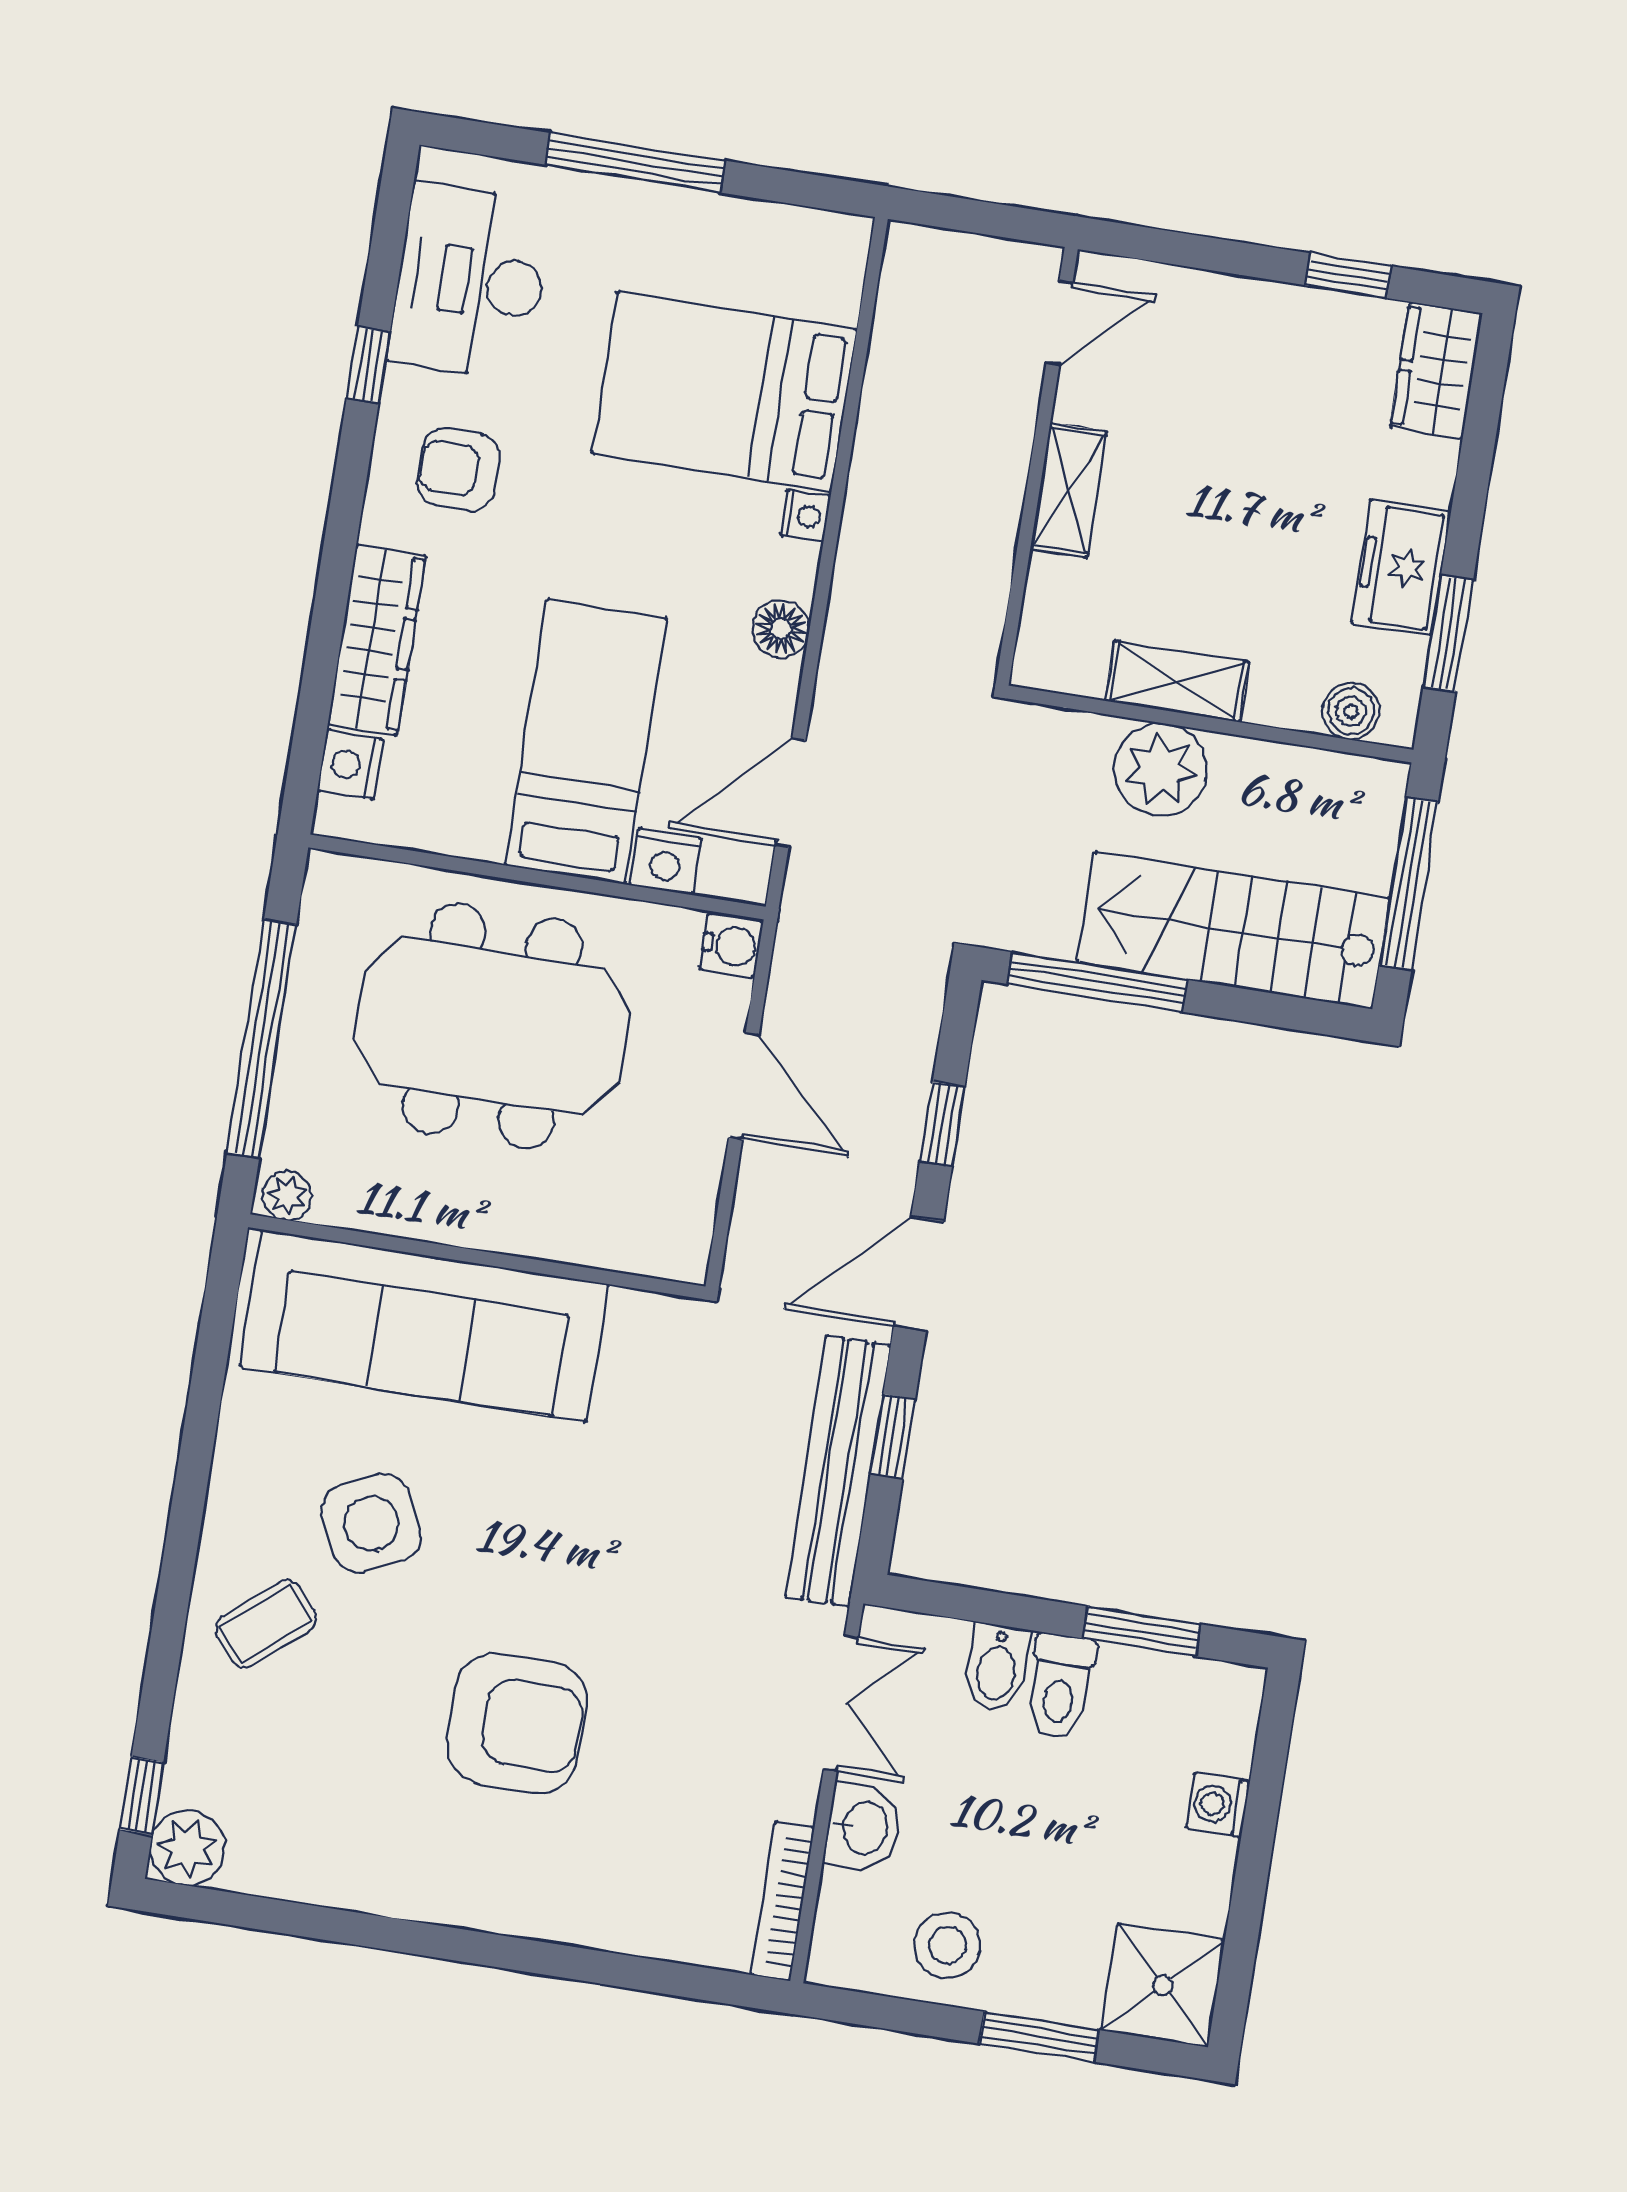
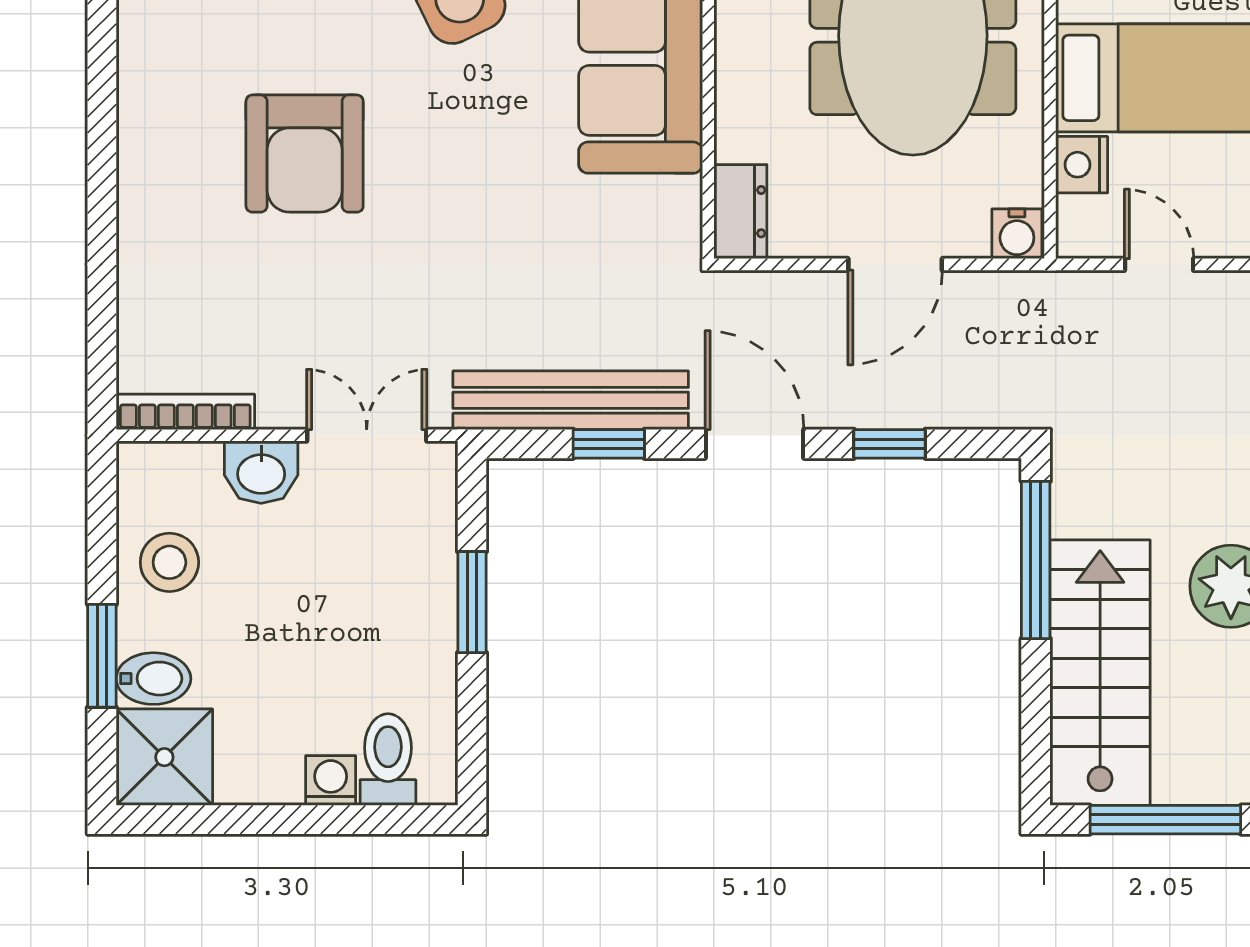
door: (790, 793) -> (1159, 264), width x0.73
dresser: (658, 1249) -> (740, 212), added
window: (1142, 1631) -> (472, 602), moved
bidet: (997, 1667) -> (153, 679), moved, turned 180
toilet: (1060, 1687) -> (388, 760), moved, turned 90
double door: (841, 1704) -> (367, 435), swing flipped

